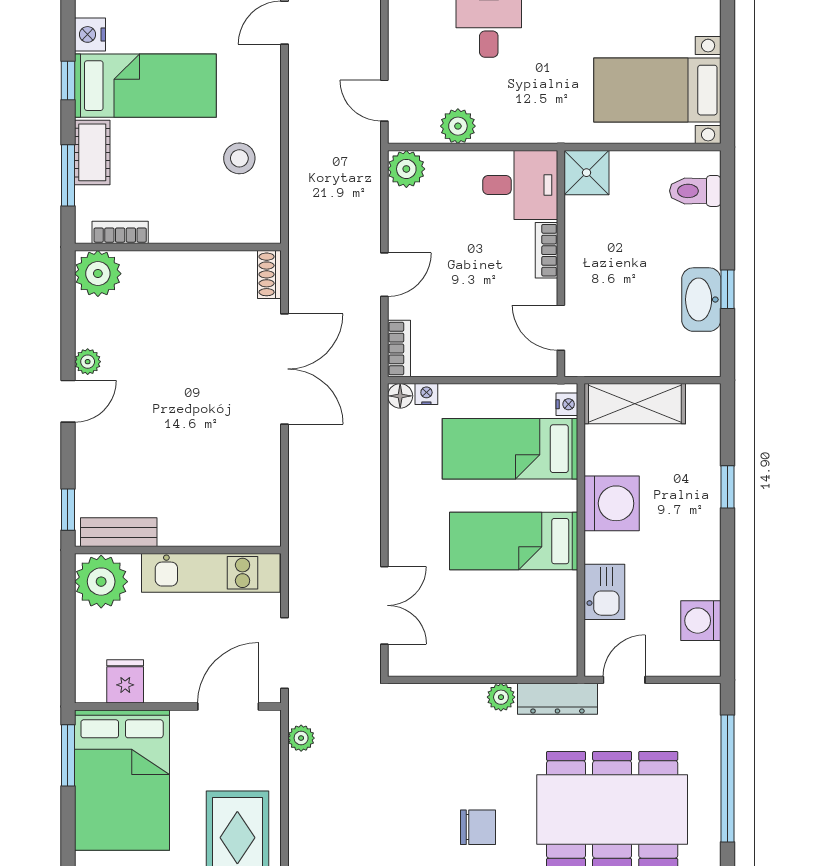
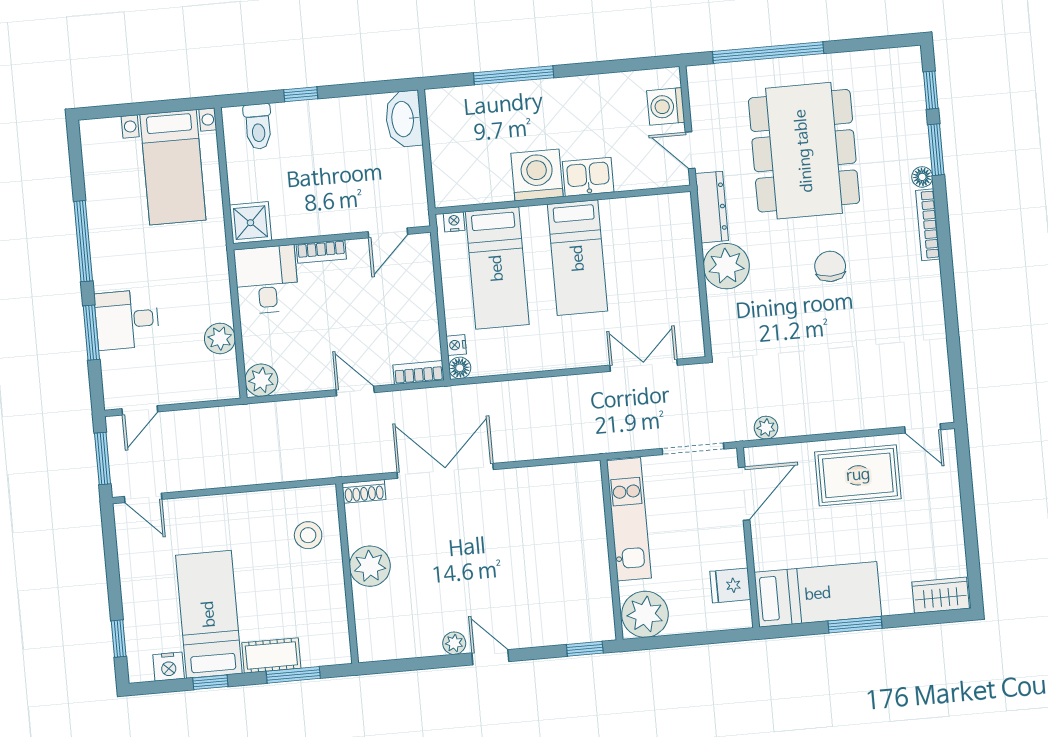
door: (384, 101) -> (140, 410), moved
stool: (239, 158) -> (308, 535), moved
bookcase: (120, 232) -> (339, 625), removed
plant: (98, 274) -> (370, 566), moved
window: (727, 289) -> (301, 94), moved
washbasin: (701, 300) -> (404, 119), moved, turned 90
shelving: (635, 404) -> (448, 163), removed
window: (727, 487) -> (514, 75), width x2.17
bench: (119, 532) -> (600, 603), removed
kitchen sink: (604, 592) -> (588, 177), moved
washing machine: (701, 621) -> (666, 106), moved, turned 90
plant: (501, 697) -> (726, 266), width x1.88, depth x1.88
door: (228, 707) -> (744, 494), swing flipped
window: (68, 755) -> (855, 625), moved
bed: (122, 780) -> (818, 594), width x0.67

